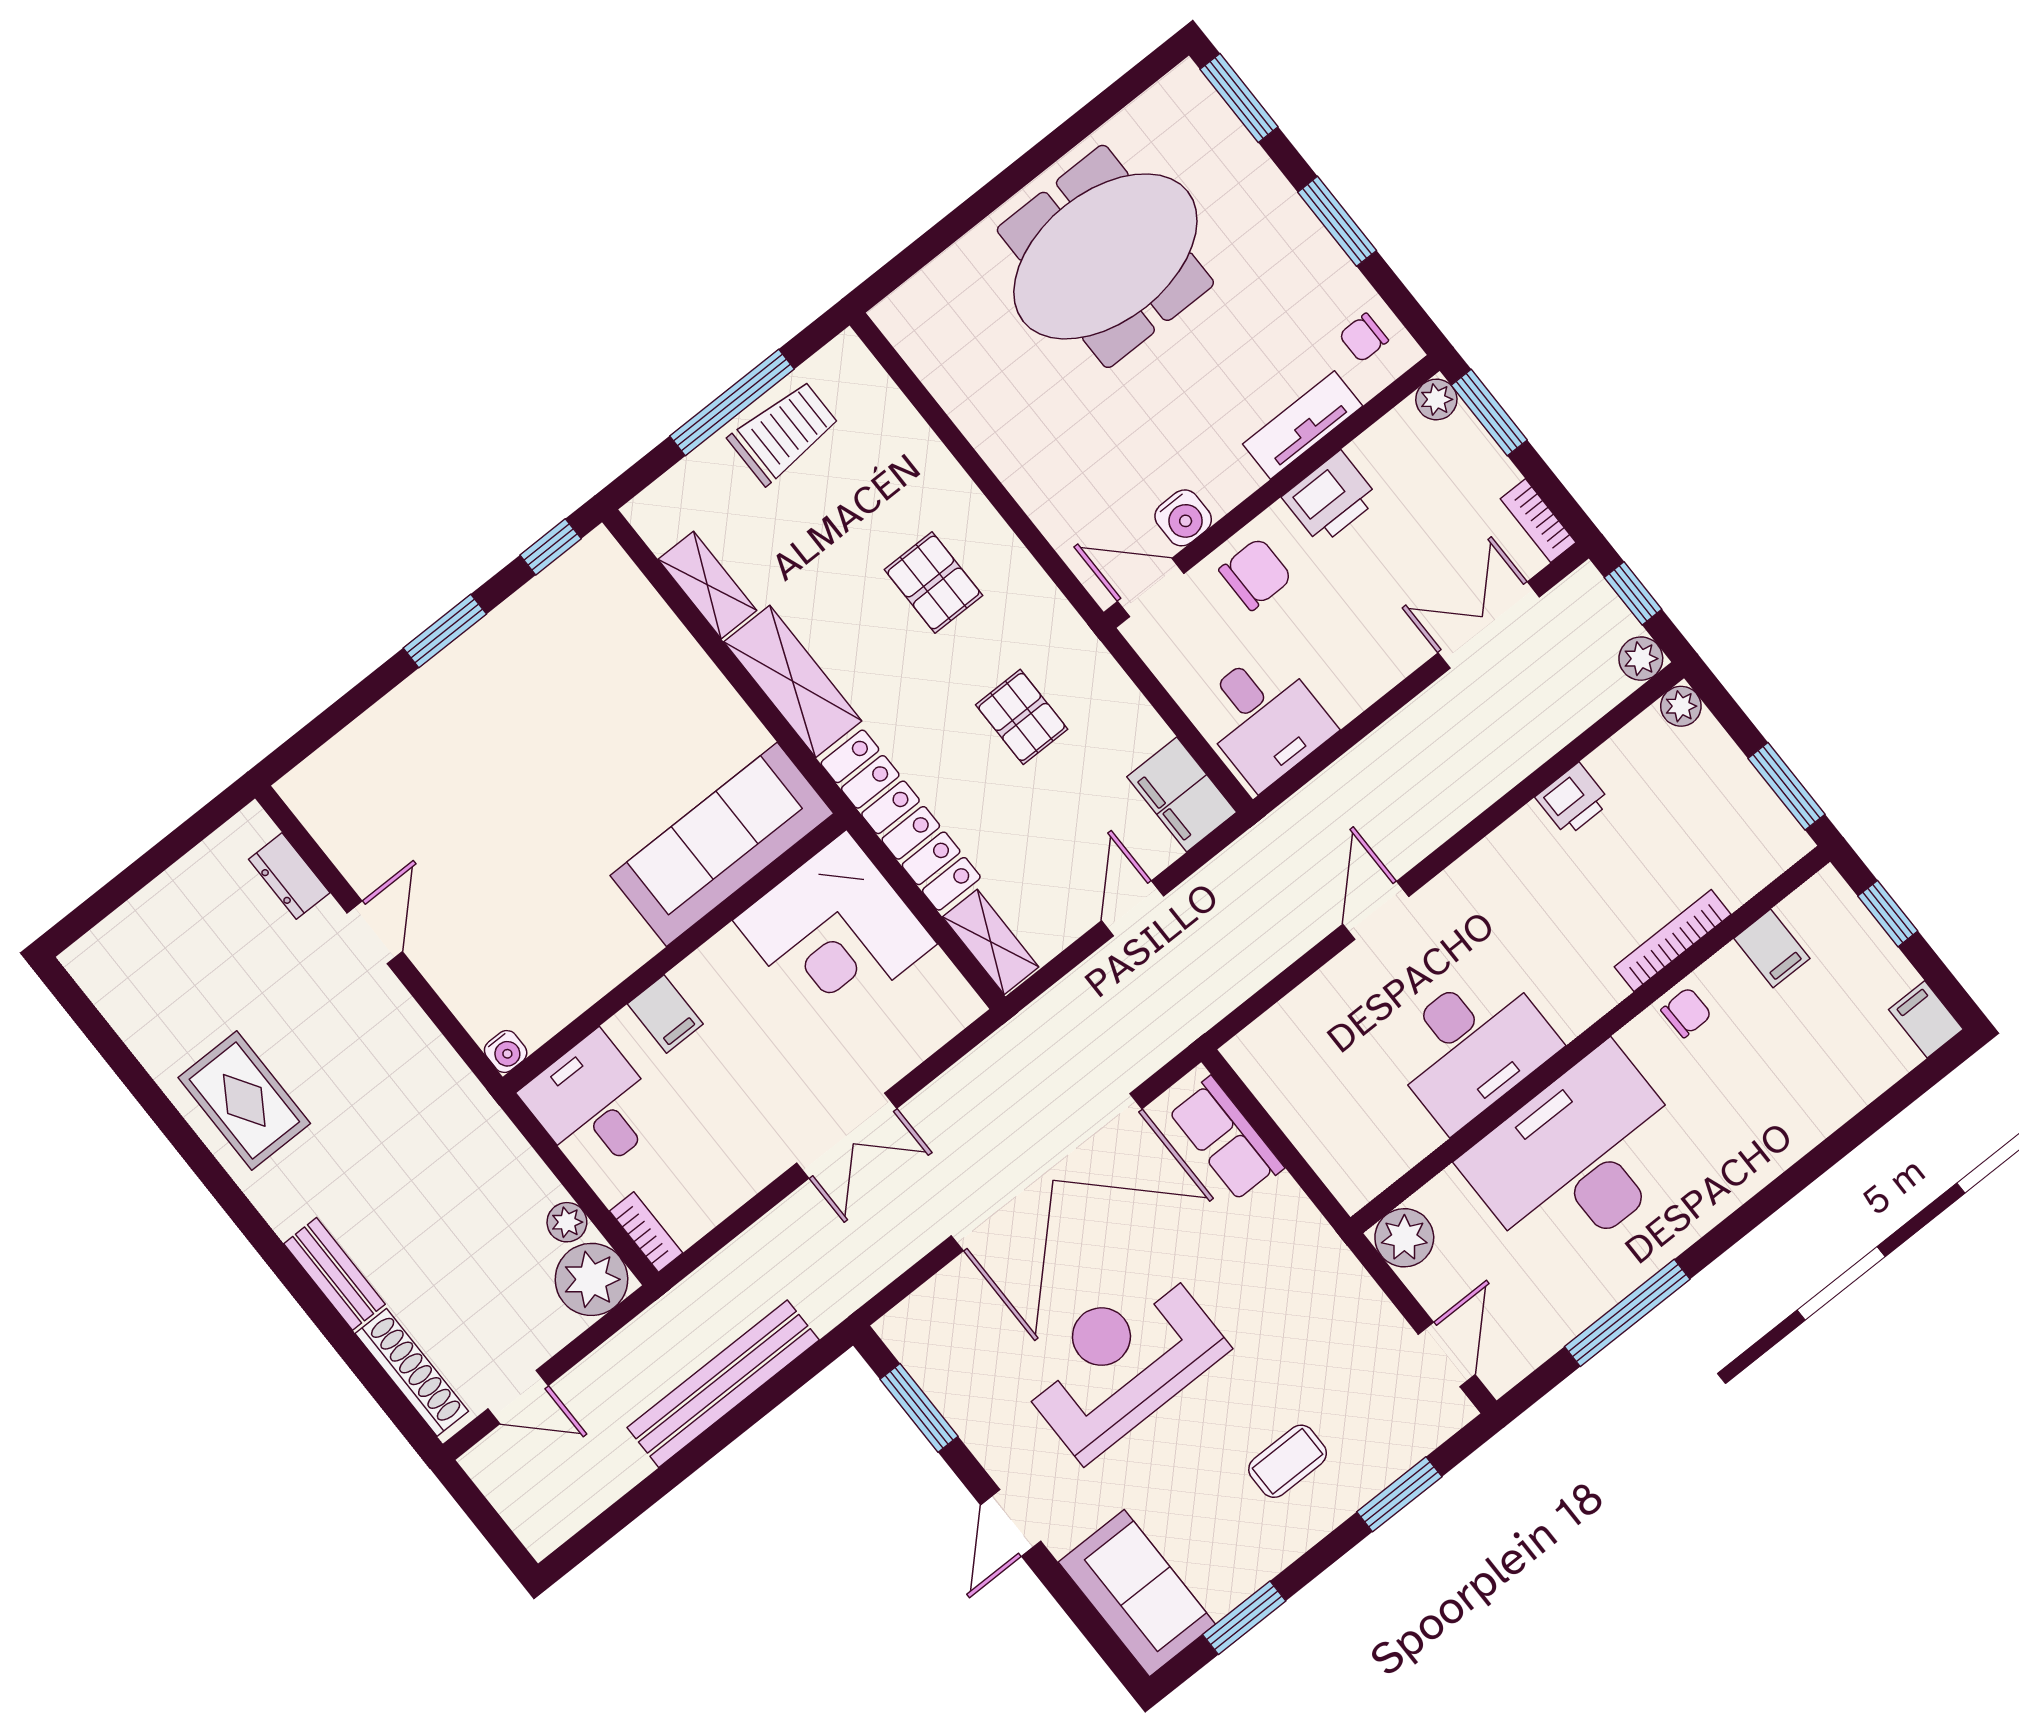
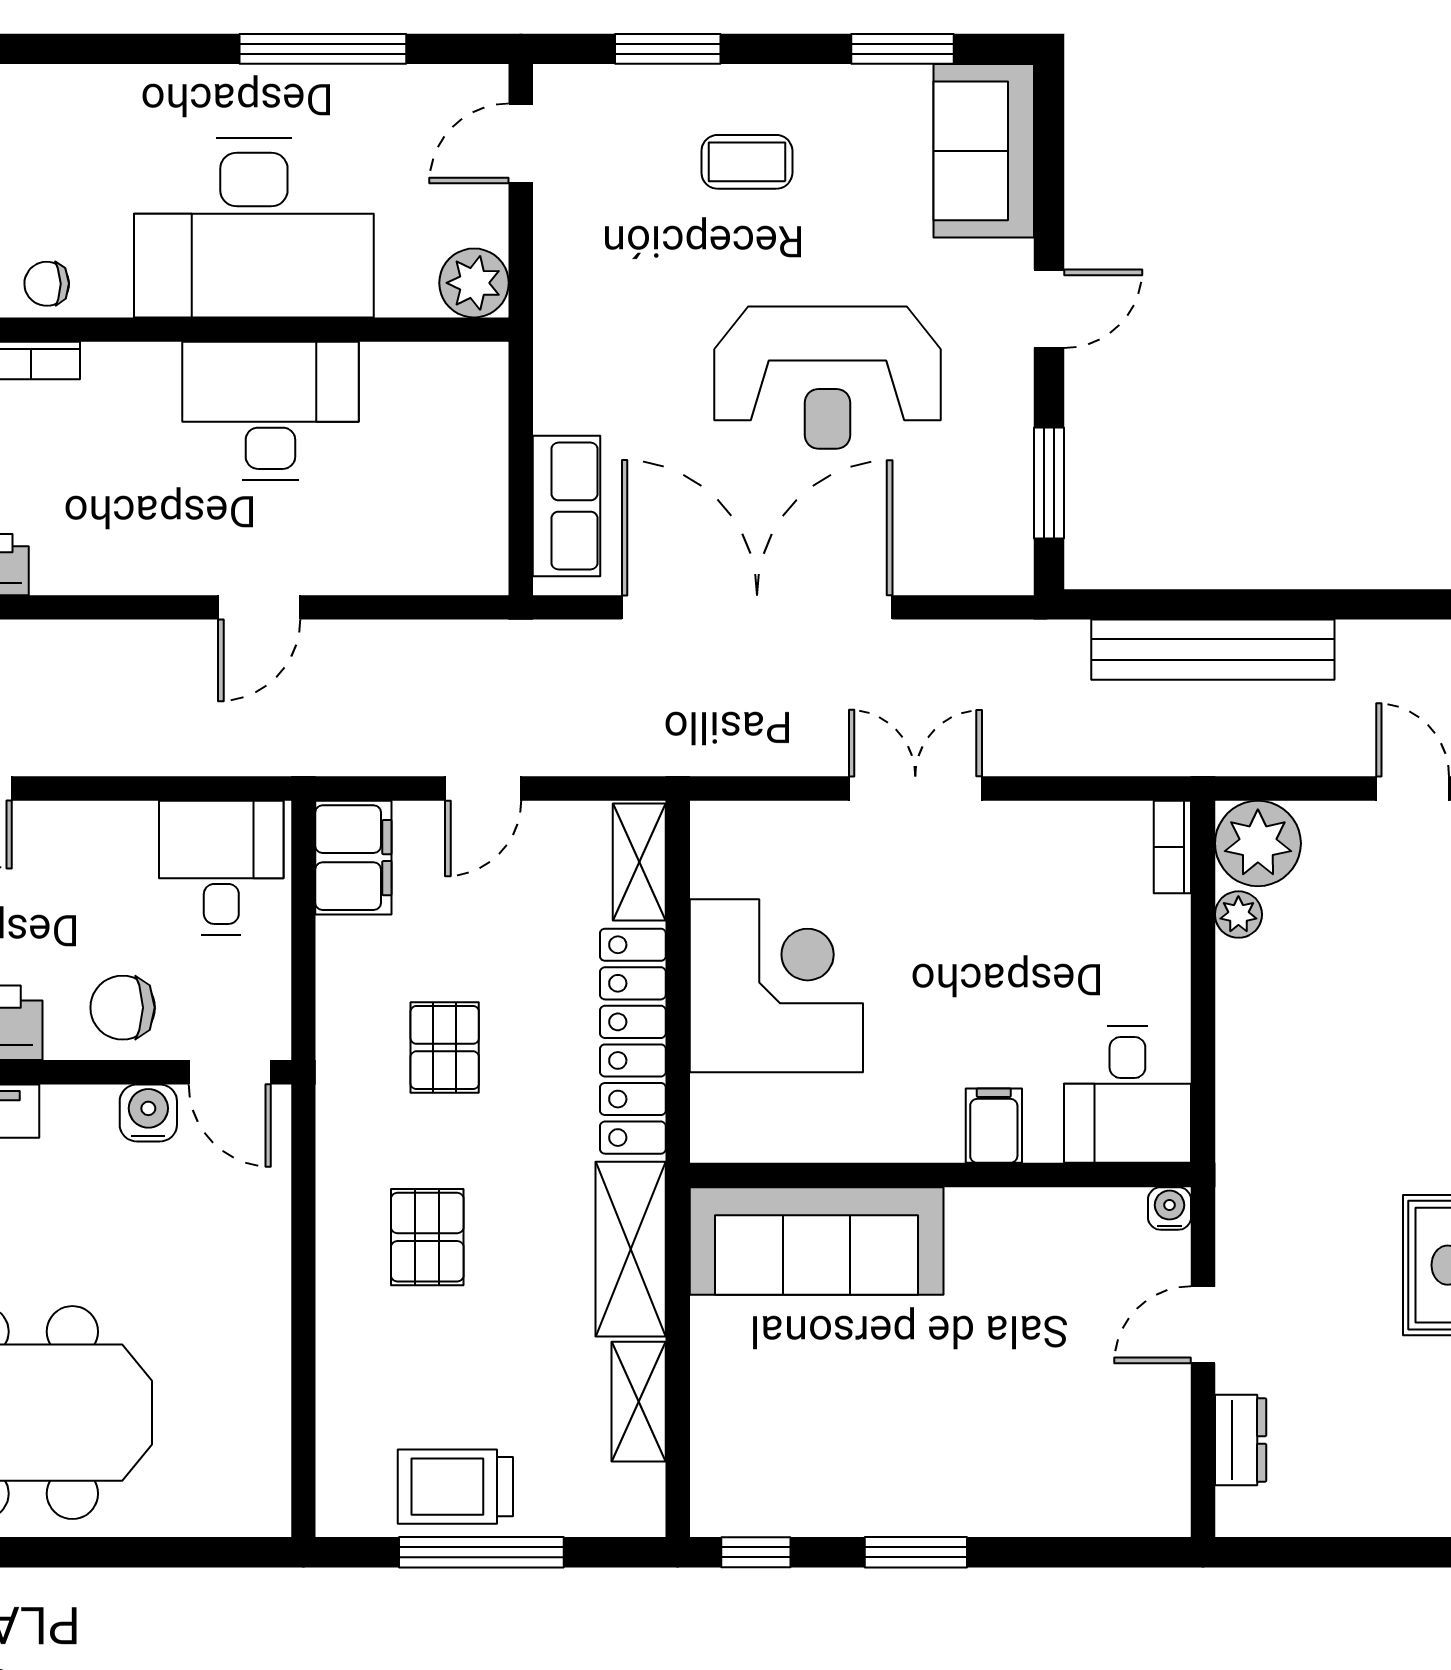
sofa: (722, 844) -> (817, 1241), moved
wall: (675, 953) -> (940, 1175), moved
filing cabinet: (665, 1014) -> (994, 1126), moved
water cooler: (506, 1052) -> (1170, 1208), moved
desk: (593, 1105) -> (1127, 1094), moved

